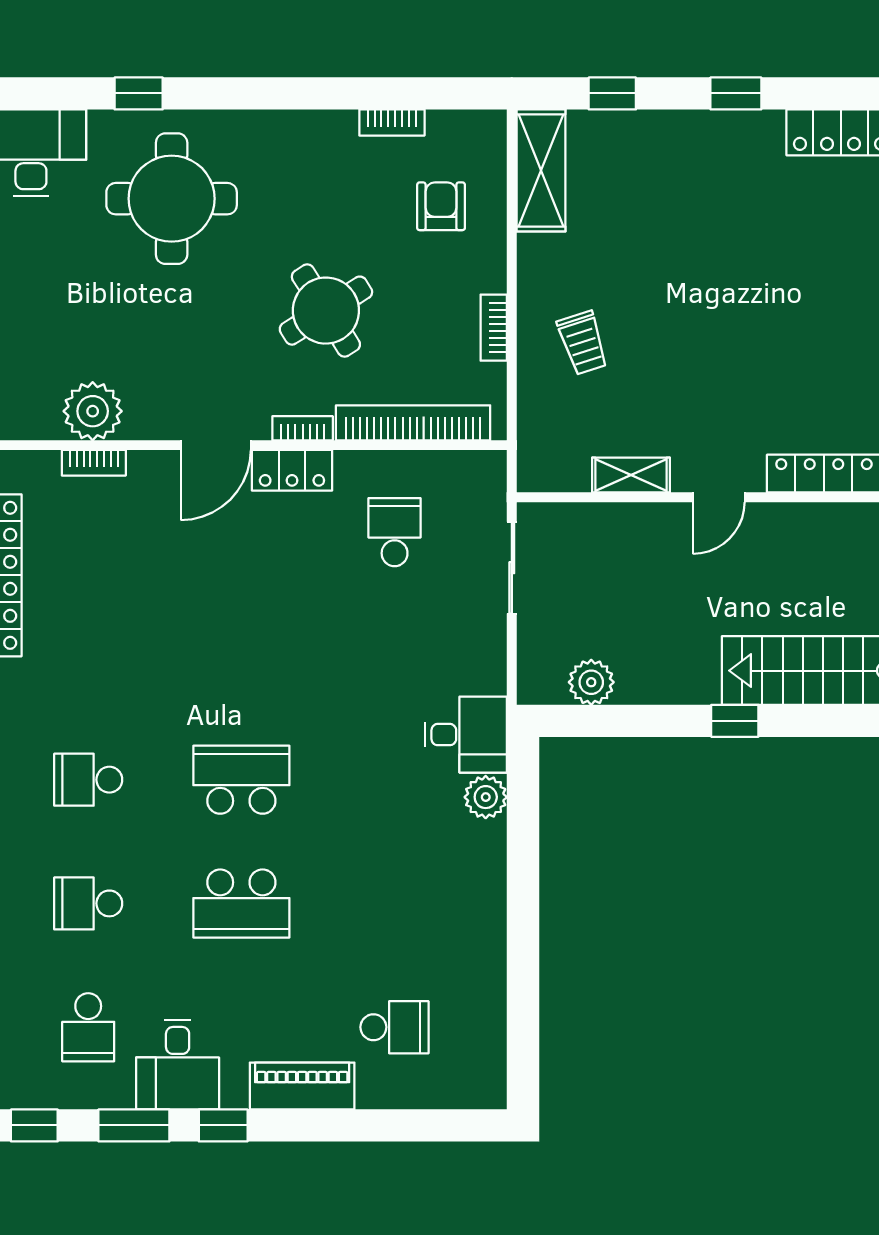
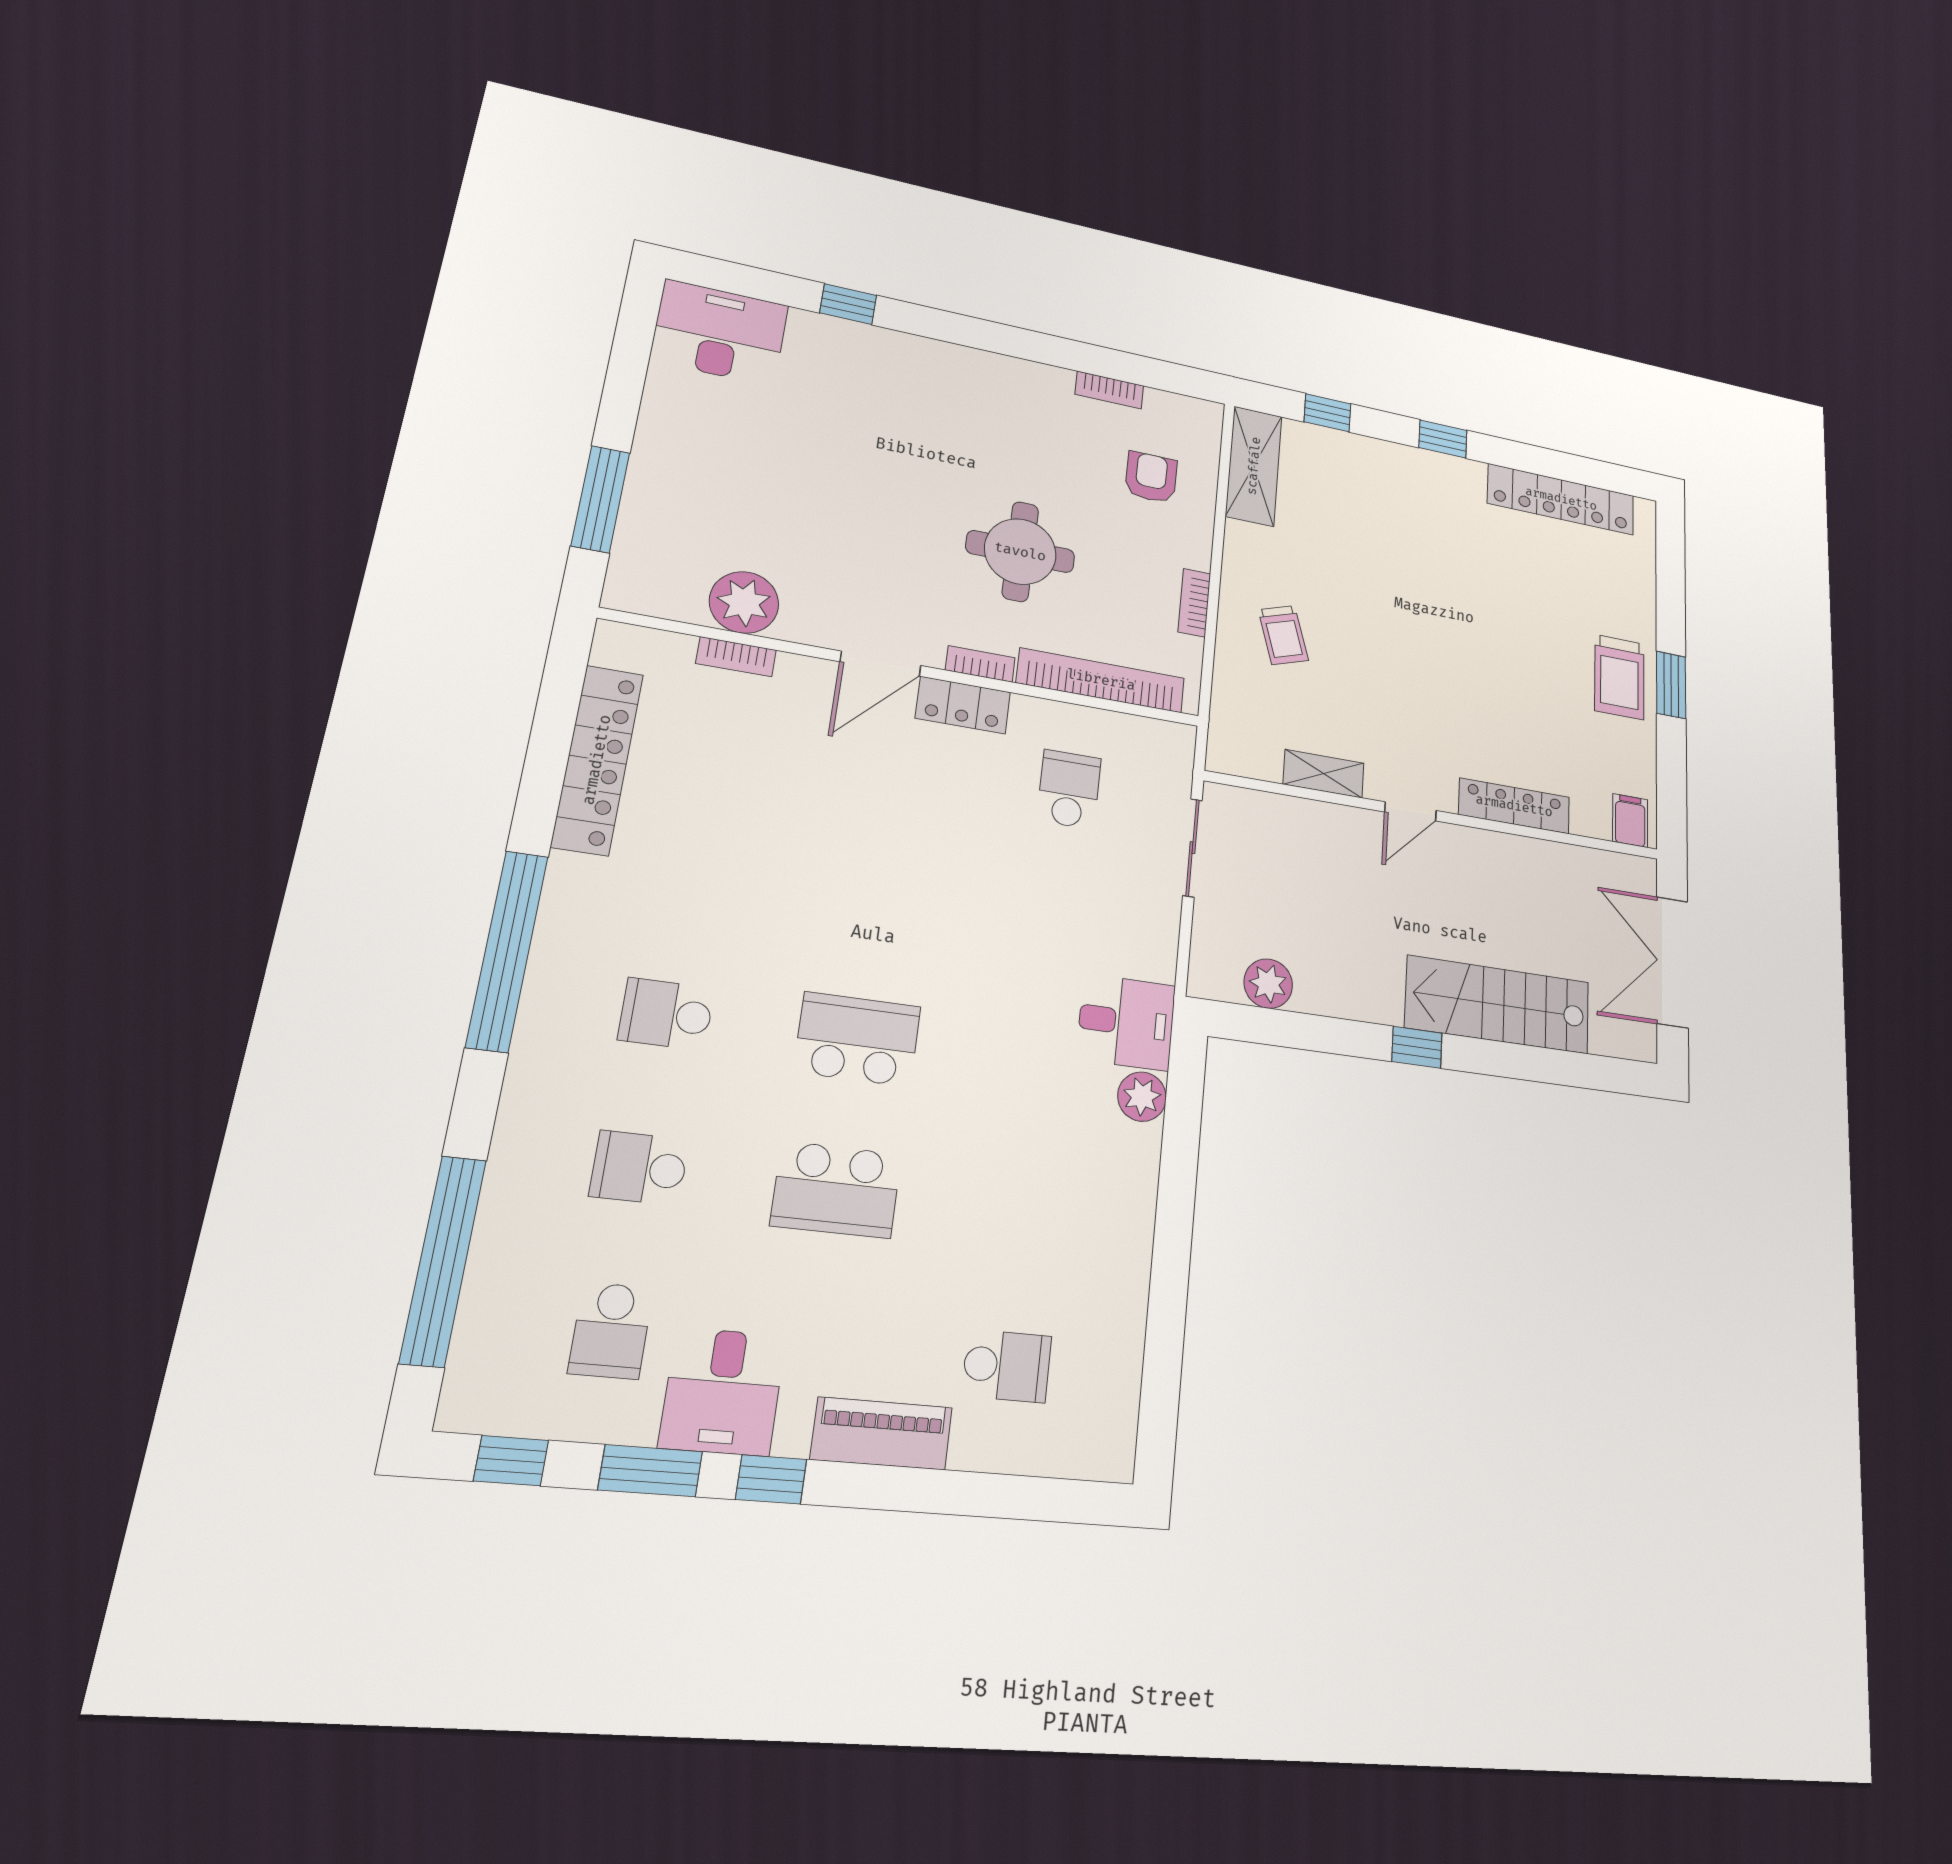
round table: (172, 199) -> (868, 410), removed
round table: (326, 311) -> (1020, 552), turned 32

